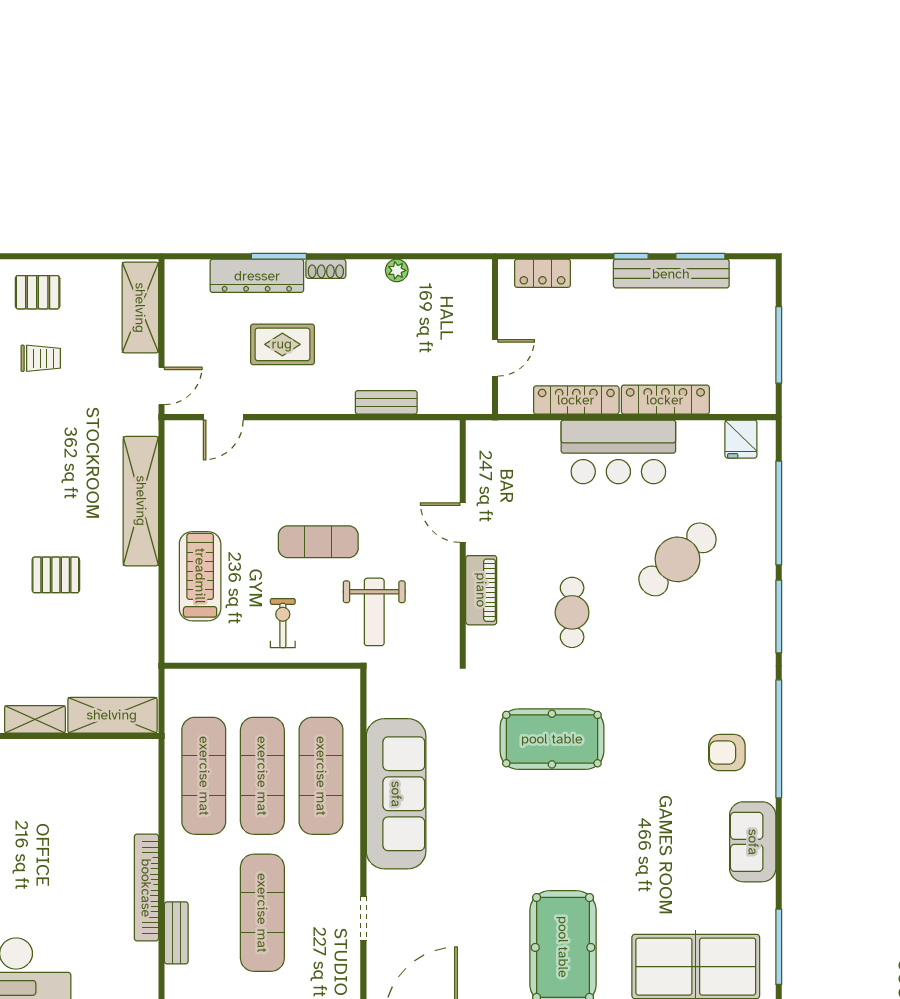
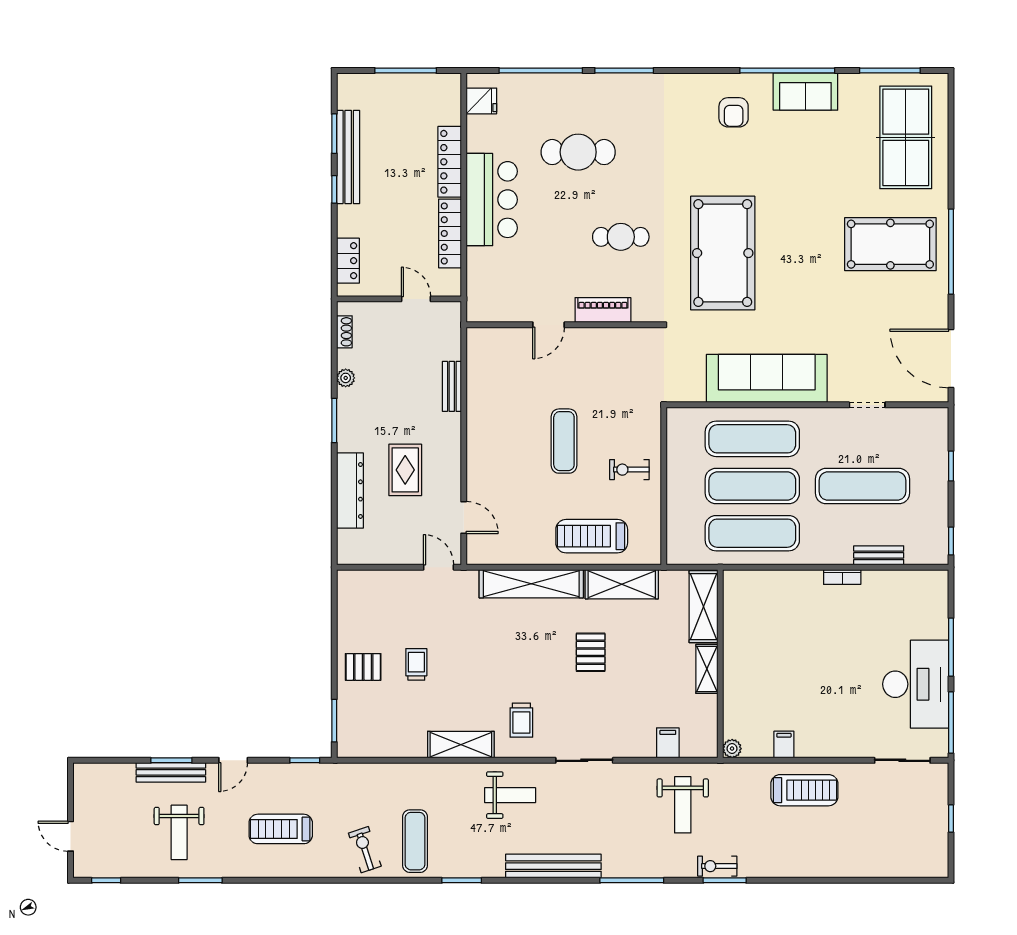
window: (279, 256) -> (334, 420), moved
shoe rack: (326, 269) -> (344, 332), moved
pallet: (38, 292) -> (363, 667), turned 90
shelving: (140, 308) -> (622, 584), moved
cafe table: (677, 559) -> (578, 152), turned -48
weight bench: (374, 612) -> (620, 396), removed
pool table: (552, 739) -> (723, 253), width x1.36, depth x1.32
window: (779, 739) -> (787, 71), moved
bookcase: (146, 888) -> (842, 577), width x0.43, depth x0.76

